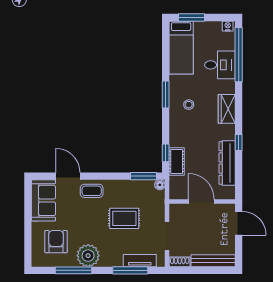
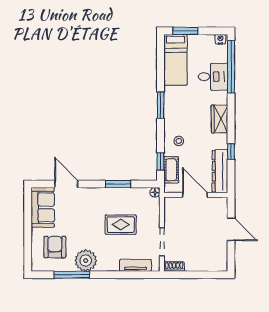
stool: (189, 105) -> (179, 141), moved
window: (144, 176) -> (118, 184), moved
coffee table: (92, 191) -> (89, 198), removed
door: (201, 202) -> (195, 195), moved
wall: (202, 202) -> (196, 195), moved
bench: (213, 261) -> (206, 265), removed
window: (130, 270) -> (126, 275), removed

